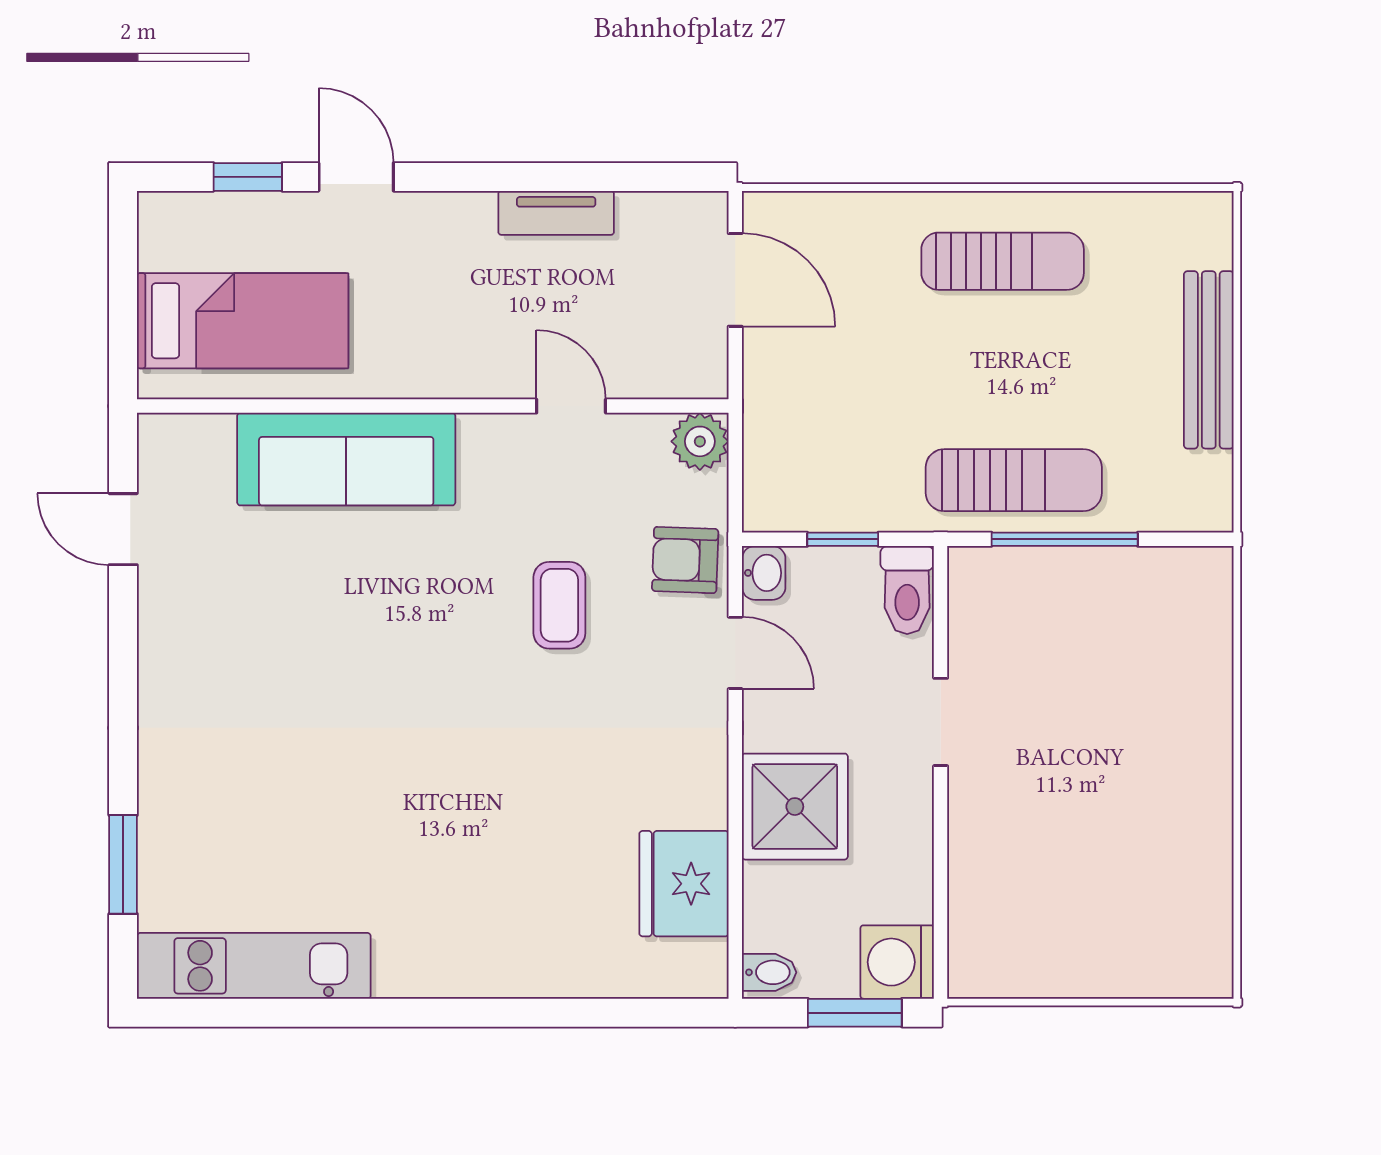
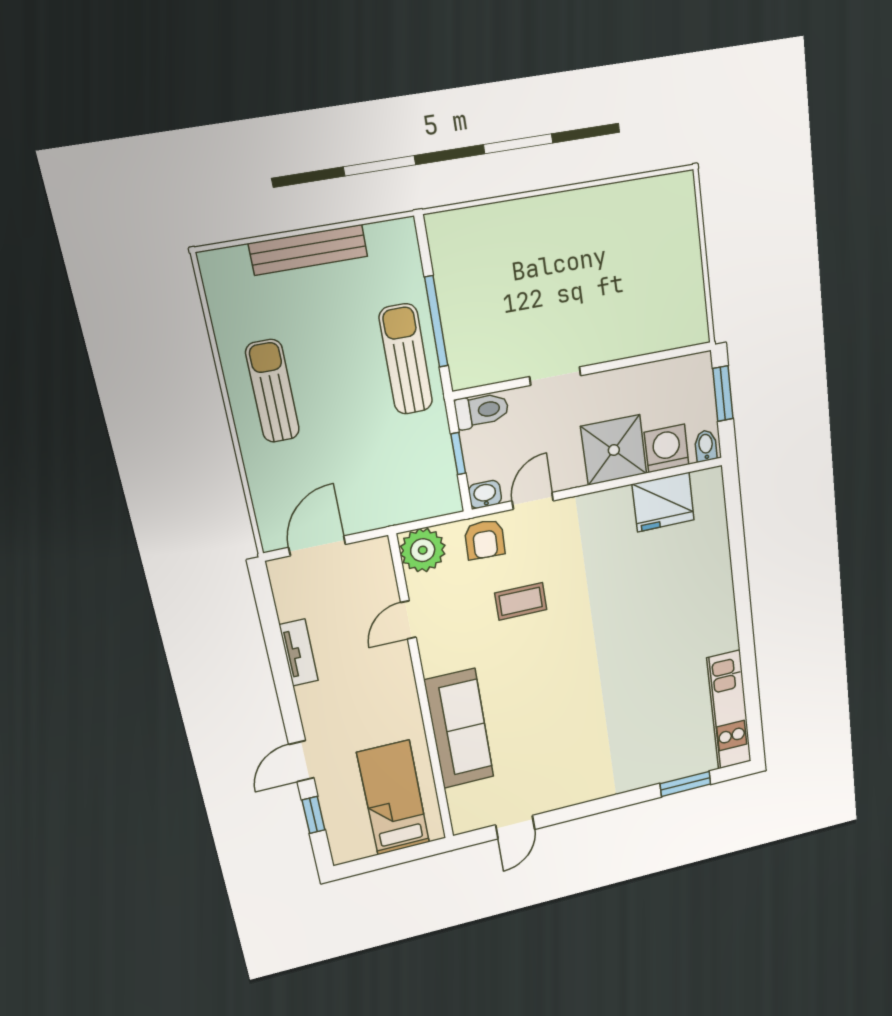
plant: (700, 441) -> (423, 550), width x1.36, depth x1.36
washing machine: (897, 962) -> (667, 448), moved, turned 180

